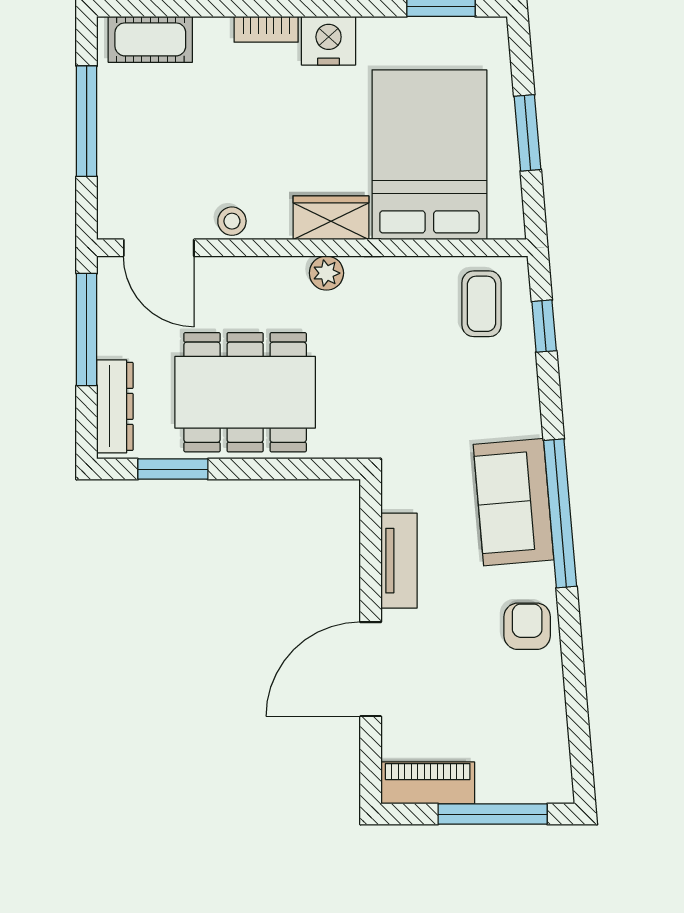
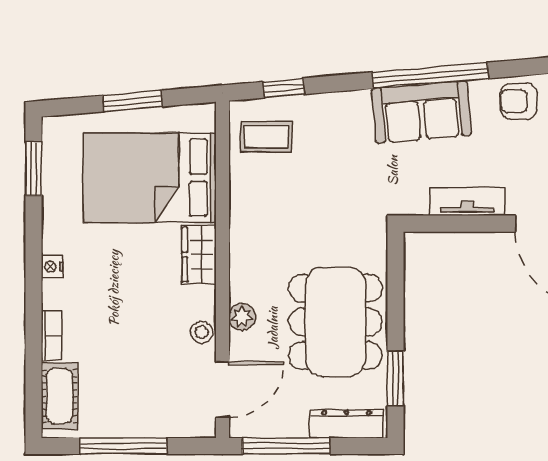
bookcase: (266, 29) -> (52, 335), moved
nightstand: (329, 41) -> (52, 267), width x0.53, depth x0.56
plant: (326, 273) -> (242, 317), moved

